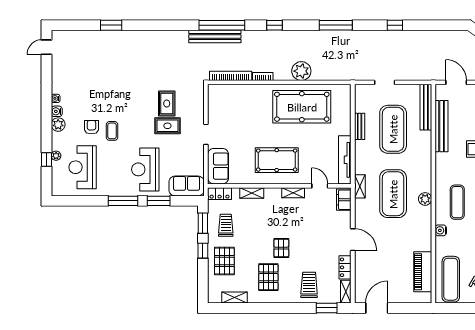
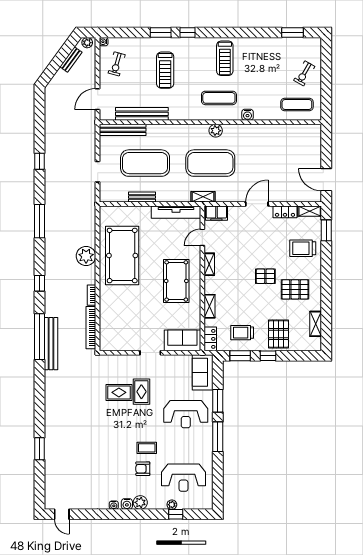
pallet: (224, 261) -> (279, 334), turned 90
piano: (423, 272) -> (289, 133), removed
exercise mat: (451, 279) -> (297, 105), width x0.73, depth x0.69

